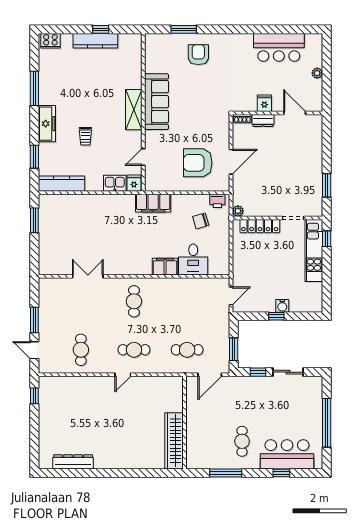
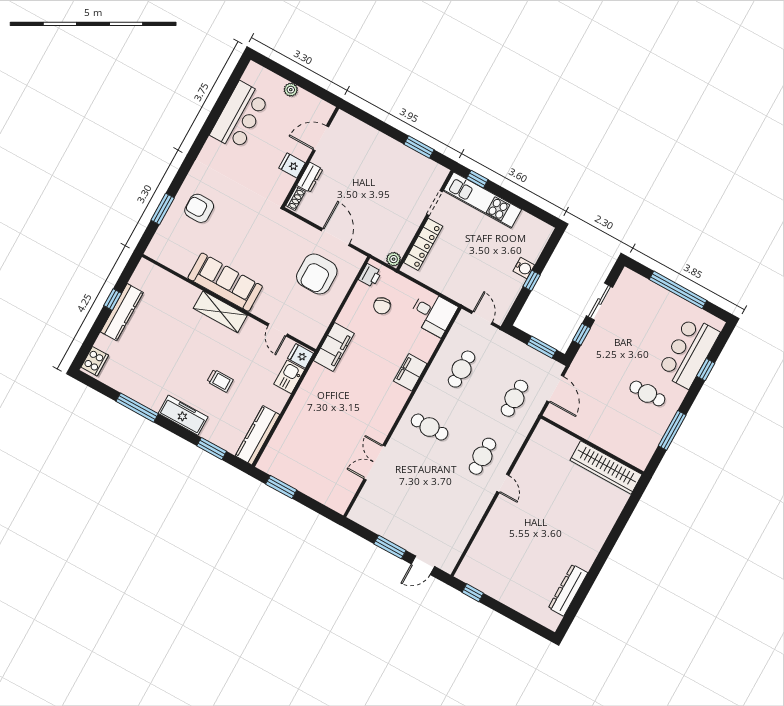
desk: (193, 259) -> (433, 313), moved
cafe table: (81, 350) -> (462, 369), moved, turned 90

